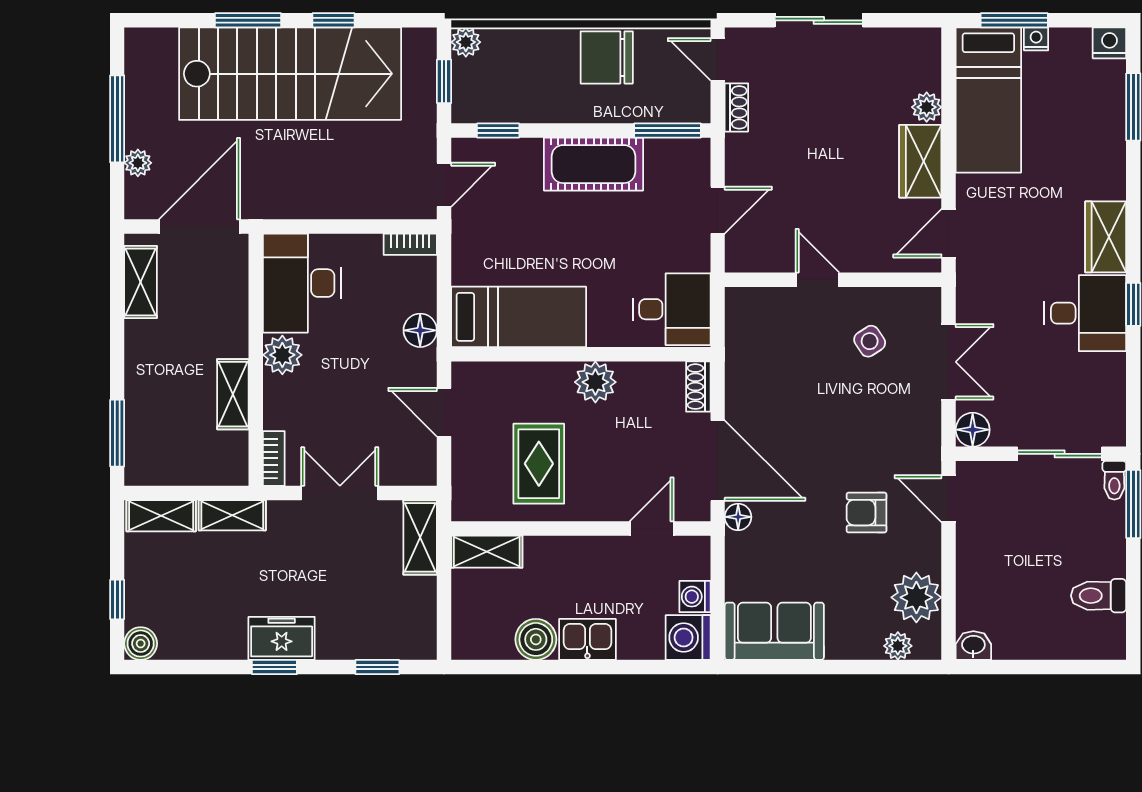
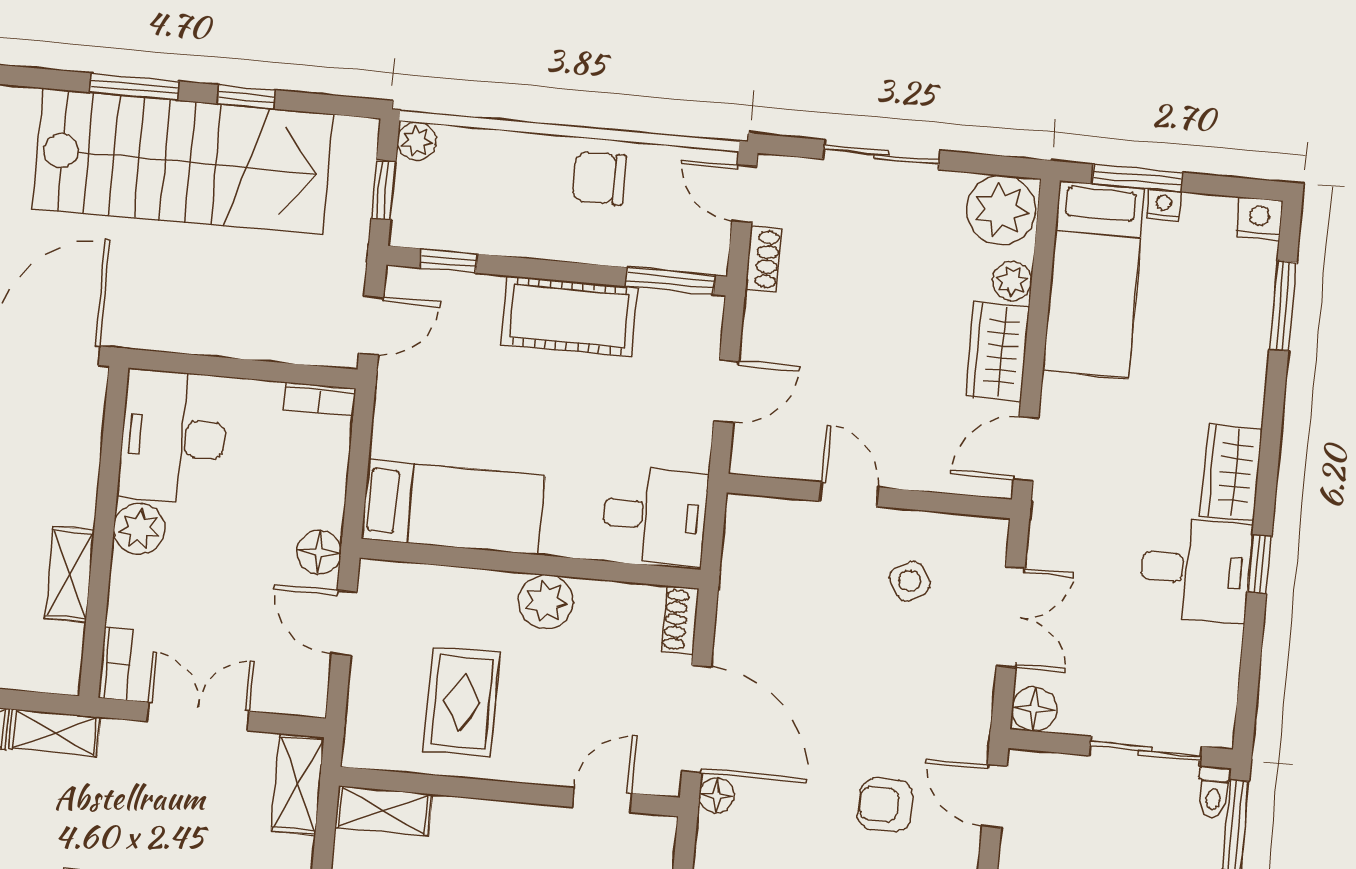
plant: (913, 54) -> (1001, 210), added
chair: (607, 57) -> (599, 178), width x0.73, depth x0.73
floor lamp: (420, 330) -> (319, 552), moved

